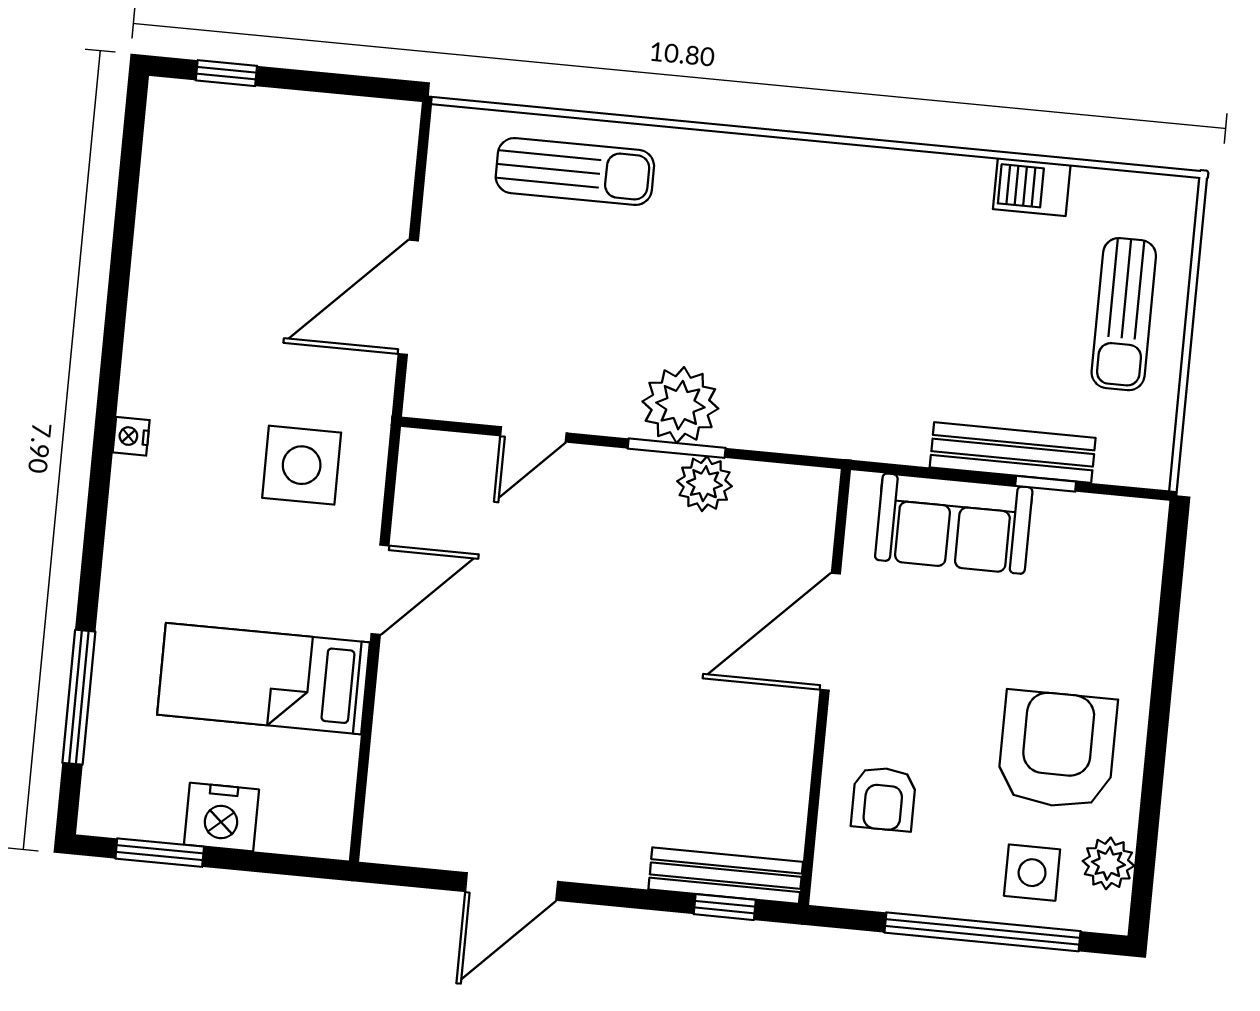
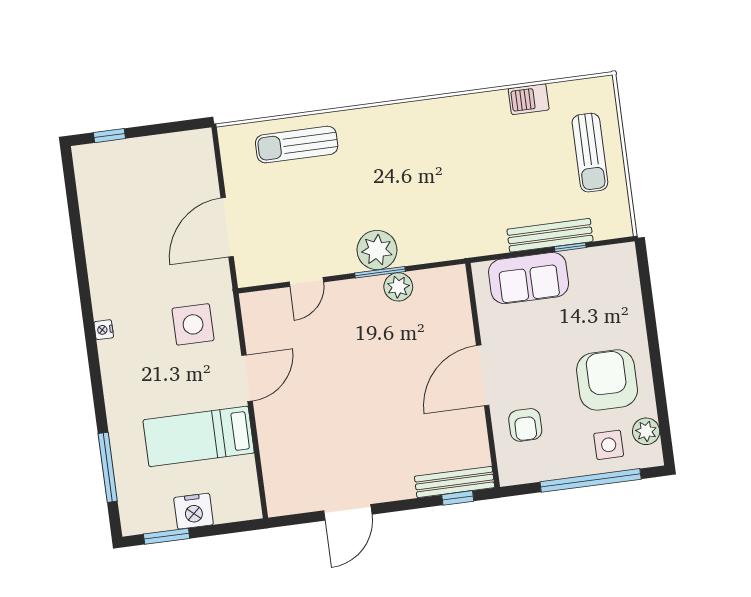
sun lounger: (575, 171) -> (297, 145), turned 180
door: (830, 632) -> (483, 375), moved

